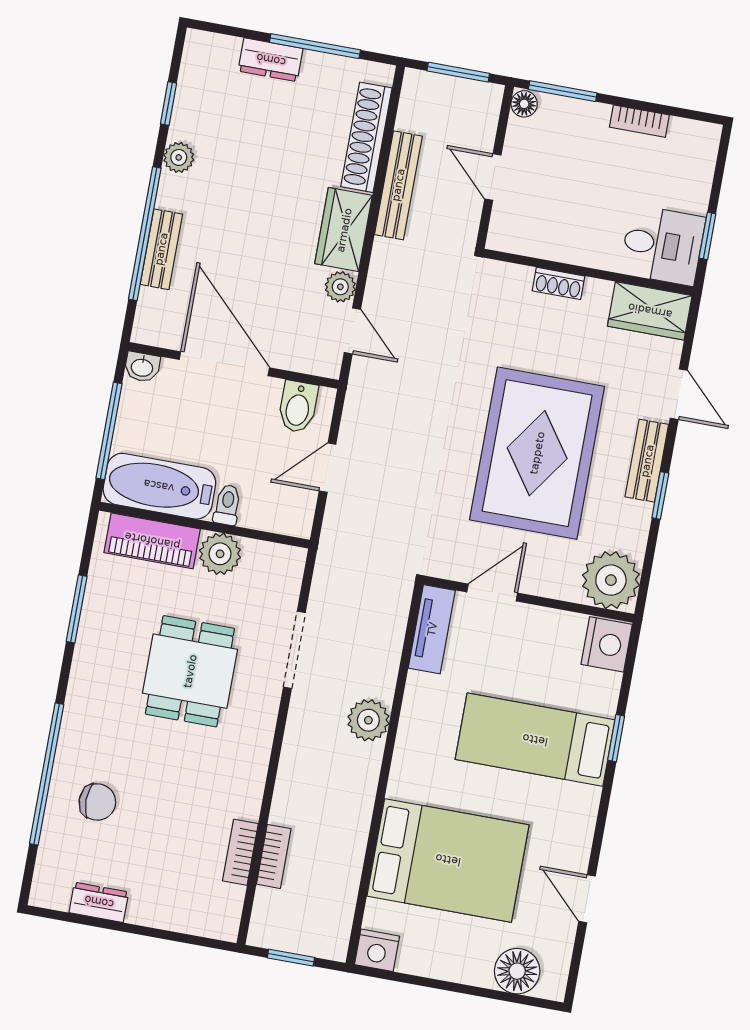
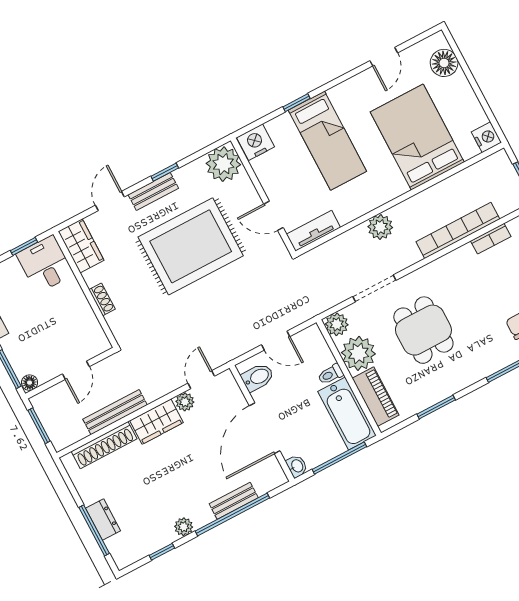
window: (315, 46) -> (94, 530), moved
plant: (220, 554) -> (358, 353), width x1.36, depth x1.36
plant: (286, 564) -> (337, 324), added
dining table: (190, 671) -> (423, 330), turned 90
bookcase: (274, 856) -> (458, 230), width x2.31, depth x1.31

